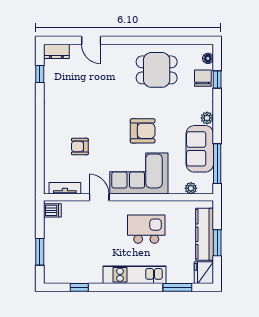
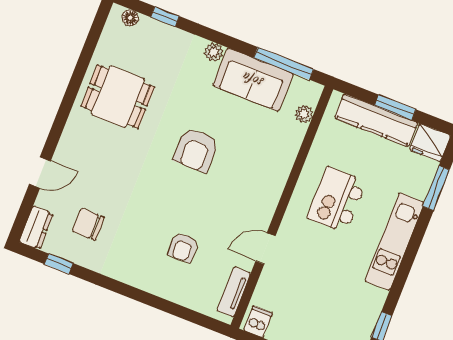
dining table: (157, 70) -> (118, 97), turned 90
chair: (203, 78) -> (88, 224), moved
armchair: (143, 131) -> (196, 150), turned 180
corner sofa: (139, 174) -> (254, 179), removed

